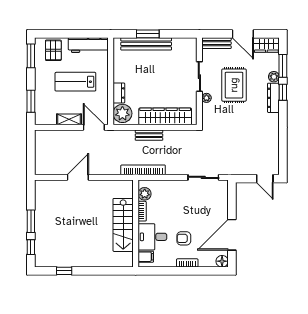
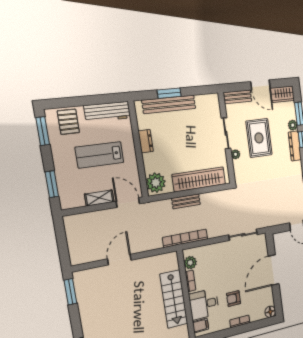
dresser: (119, 93) -> (146, 141), moved
window: (31, 221) -> (70, 292), moved
door: (232, 235) -> (274, 270), moved

